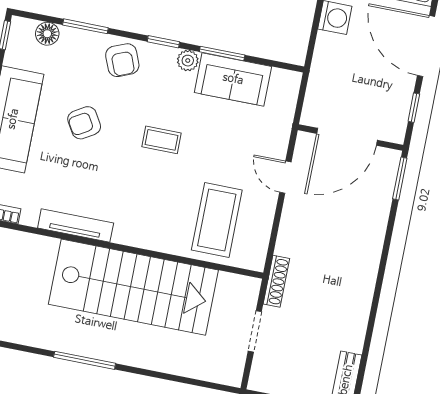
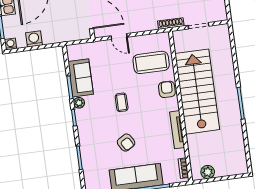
floor lamp: (47, 34) -> (89, 175), removed
armchair: (122, 60) -> (167, 89), moved, turned -67
door: (285, 177) -> (119, 36), hinge flipped

